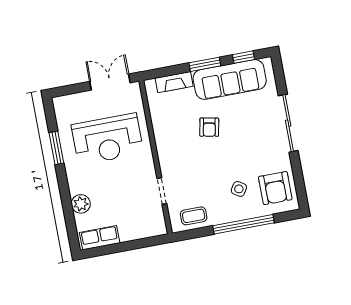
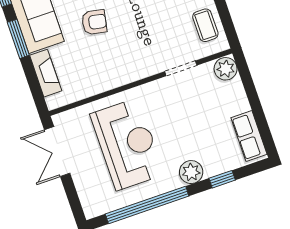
window: (56, 148) -> (147, 205), width x2.11
plant: (81, 204) -> (191, 172), moved
window: (68, 211) -> (222, 179), added
plant: (156, 227) -> (226, 69), added

